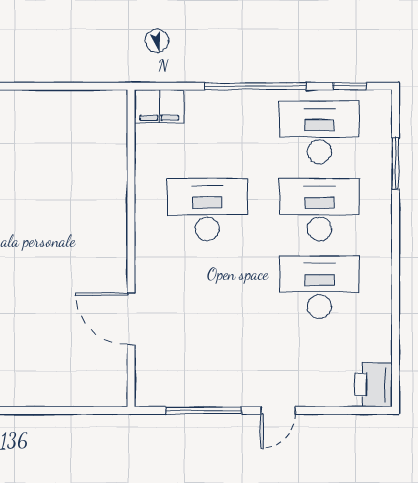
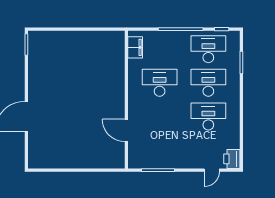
filing cabinet: (159, 106) -> (135, 47), moved, turned -90
door: (278, 410) -> (212, 170), moved

